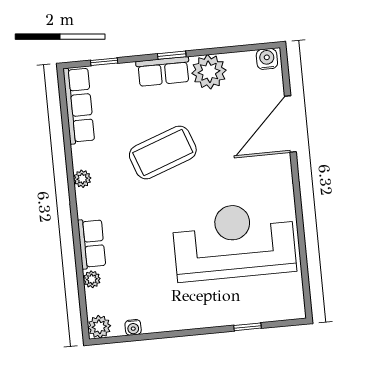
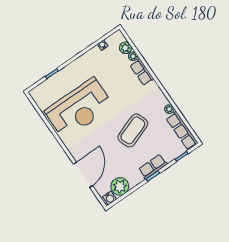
plant: (209, 72) -> (120, 186), moved
plant: (82, 179) -> (169, 109), moved
plant: (99, 327) -> (125, 48), moved

